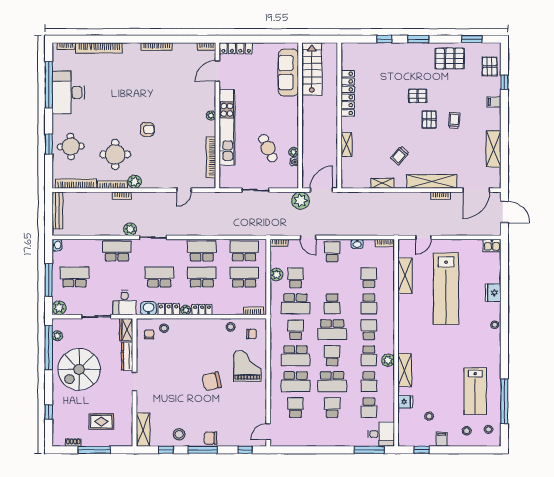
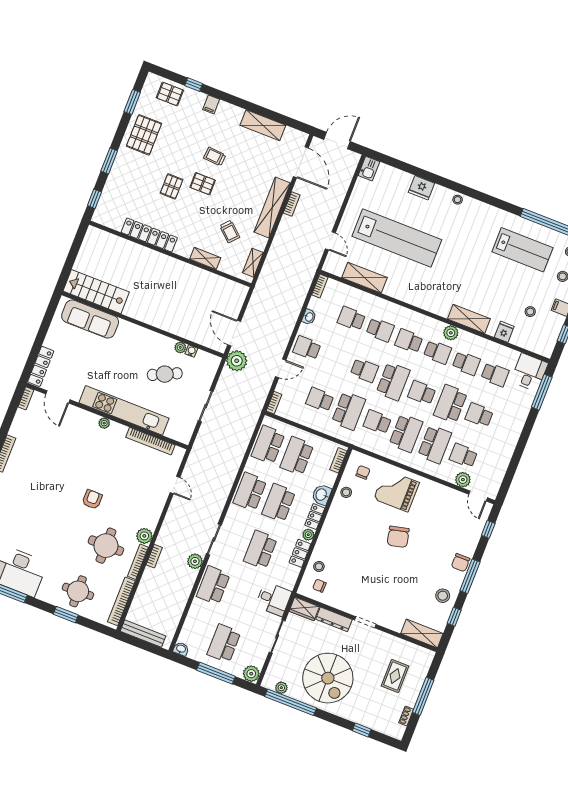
locker: (348, 93) -> (149, 235), moved
wall: (339, 115) -> (170, 254), moved
shelving: (346, 144) -> (205, 258), moved
plant: (276, 274) -> (463, 480), moved
washbasin: (148, 308) -> (322, 495), moved
school desk: (332, 382) -> (450, 404), turned 180

